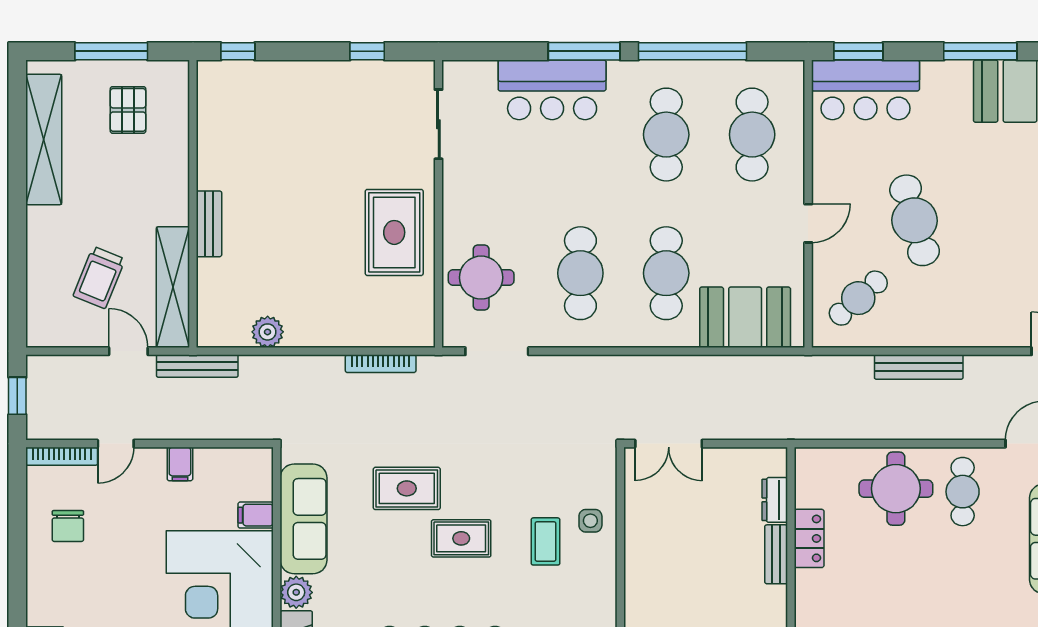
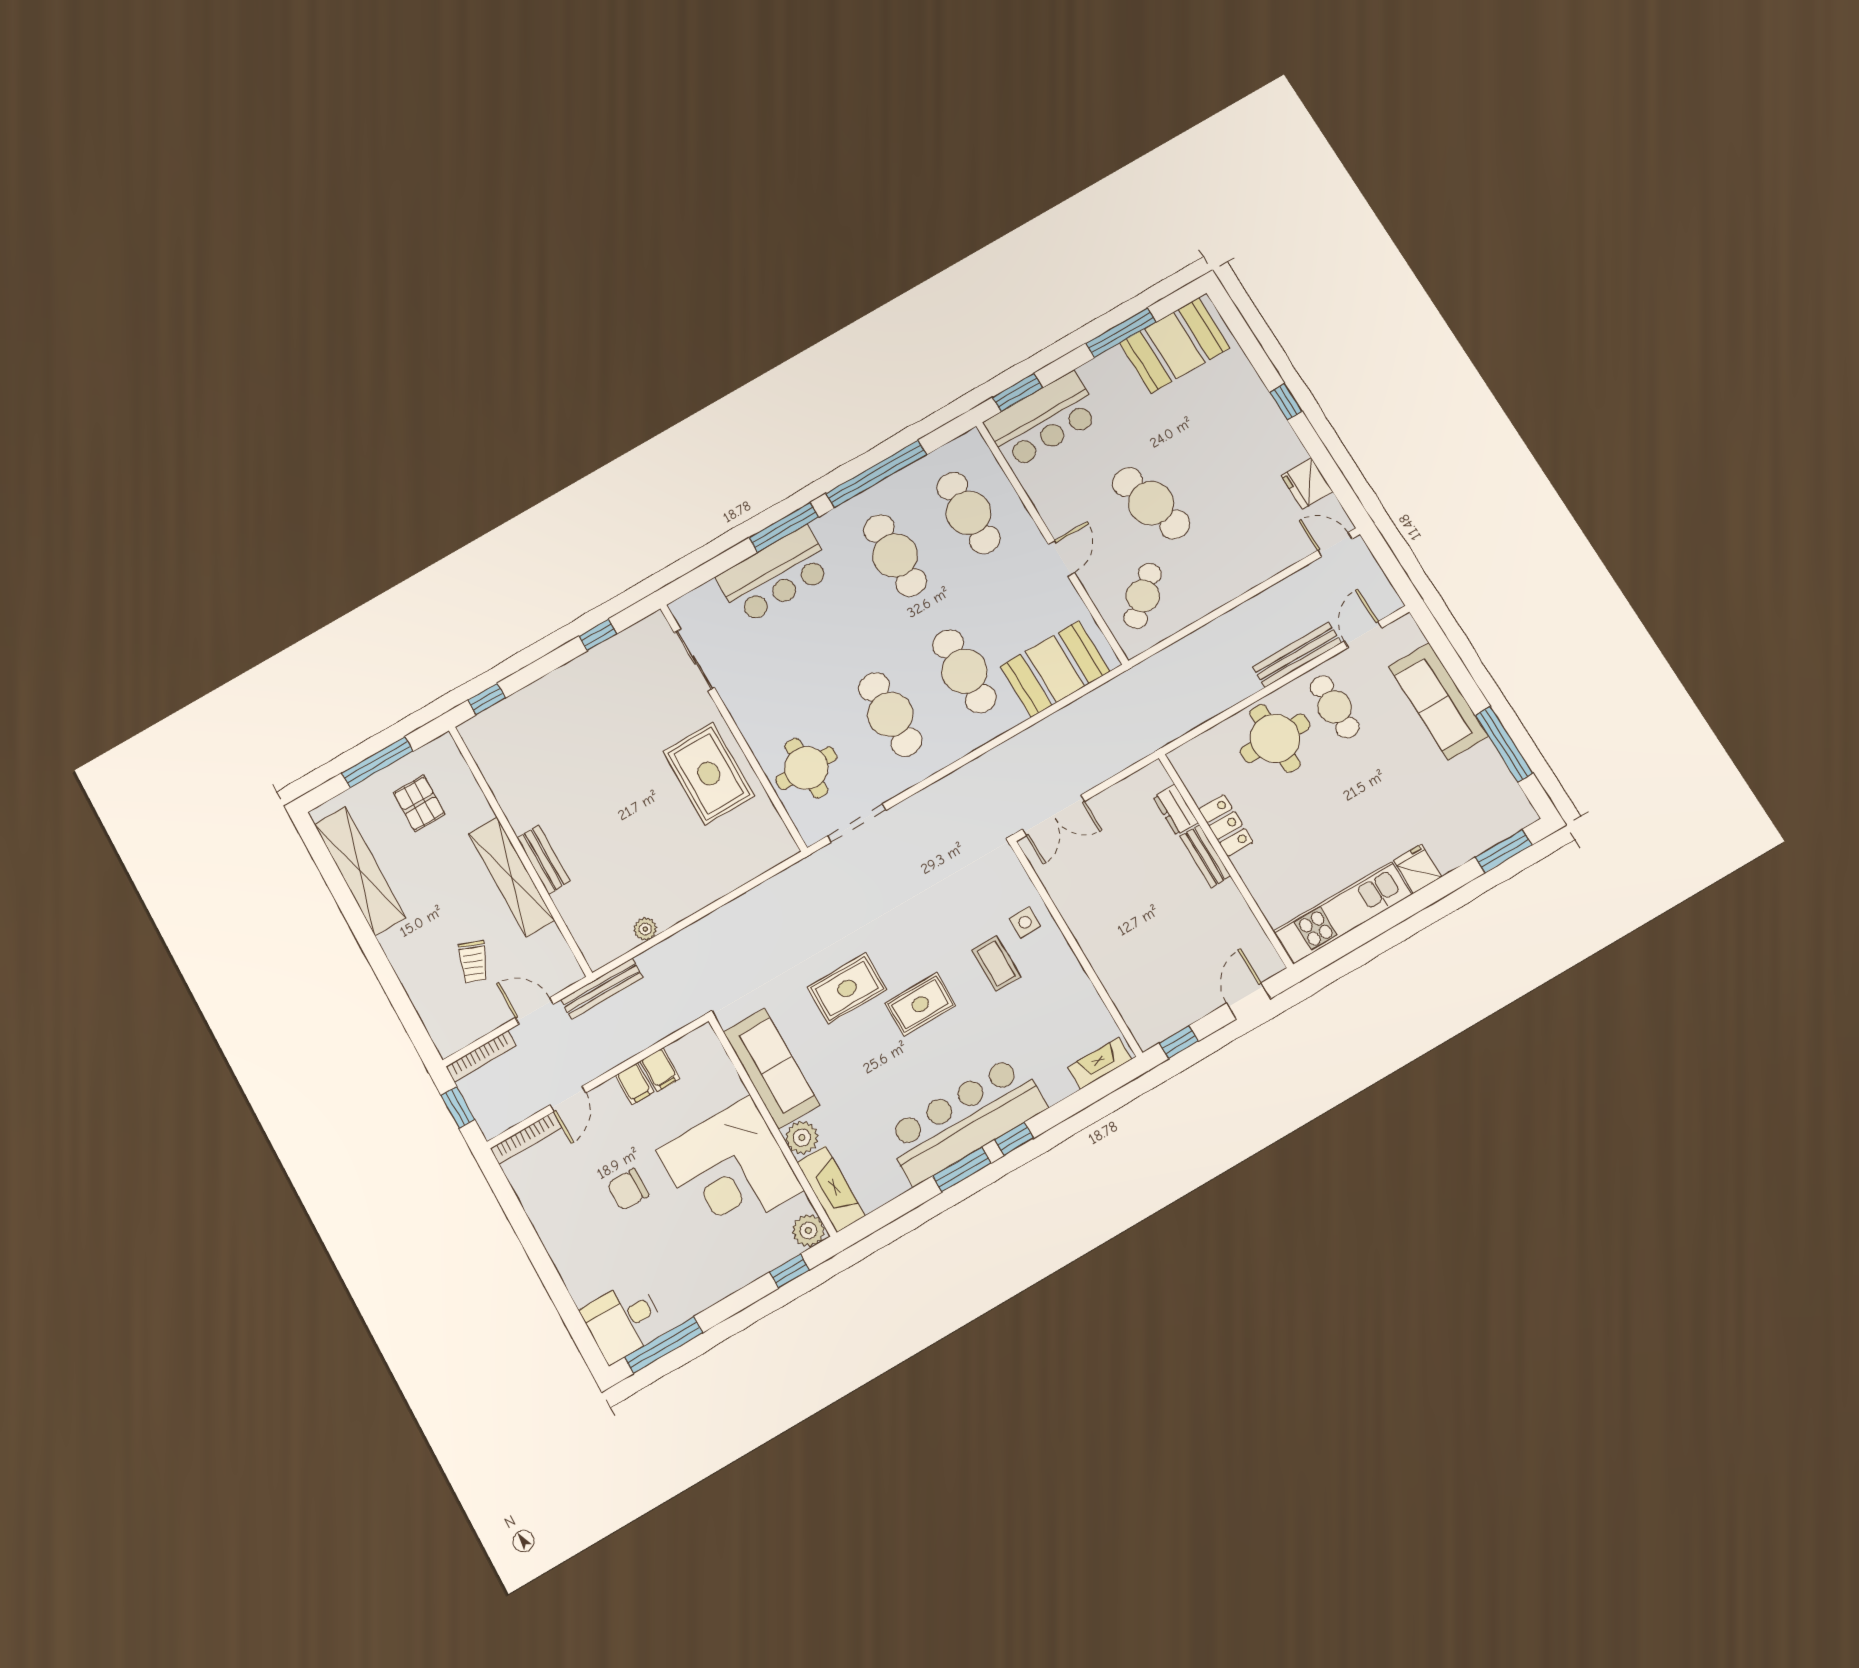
trolley: (99, 278) -> (473, 962), width x0.73, depth x0.72
shelving: (173, 287) -> (512, 877), moved
plant: (268, 332) -> (645, 929), width x0.73, depth x0.73
bookcase: (381, 364) -> (481, 1056), moved
bench: (919, 367) -> (1297, 655), moved
filing cabinet: (256, 515) -> (660, 1070), moved, turned -90
chair: (68, 526) -> (628, 1190), moved, turned 90

